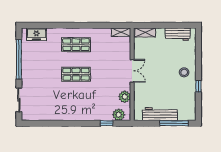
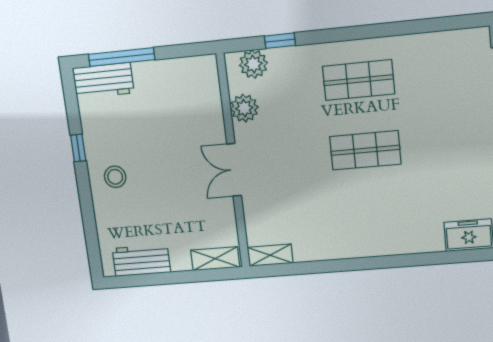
shop shelf: (76, 45) -> (359, 80), moved
workbench: (160, 114) -> (103, 80), moved, width x0.73

